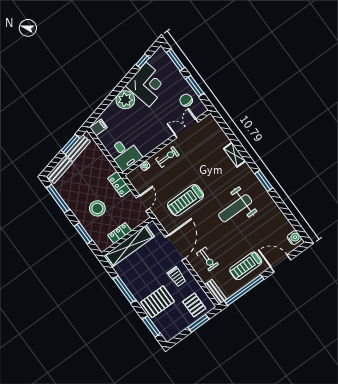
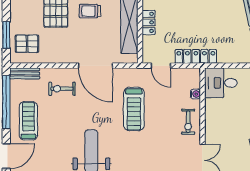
locker: (119, 184) -> (196, 56), width x1.53
treadmill: (186, 200) -> (134, 109), turned 180
stool: (97, 208) -> (188, 18), removed
trolley: (177, 277) -> (90, 11), moved

